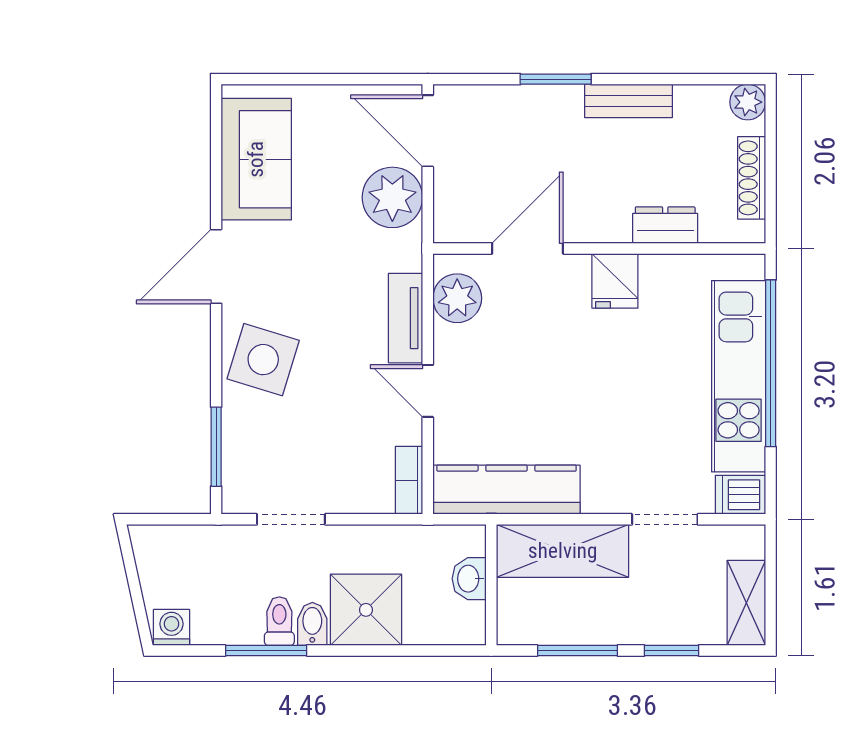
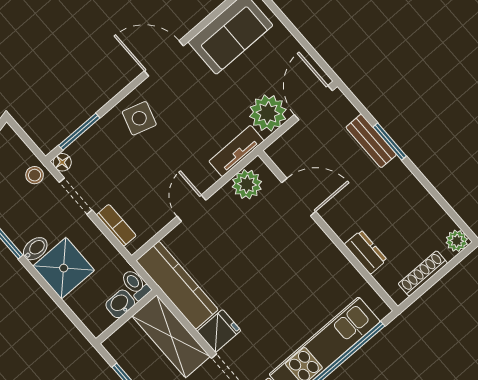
bench: (628, 101) -> (371, 141), moved
fridge: (615, 281) -> (219, 331), moved, turned 180
tv unit: (406, 318) -> (236, 151), moved
side table: (263, 360) -> (139, 118), width x0.73, depth x0.73
bookcase: (409, 480) -> (116, 225), moved, turned 90
floor lamp: (236, 500) -> (62, 162), added
stool: (222, 547) -> (35, 175), added
toilet: (279, 621) -> (136, 284), moved, turned -90

